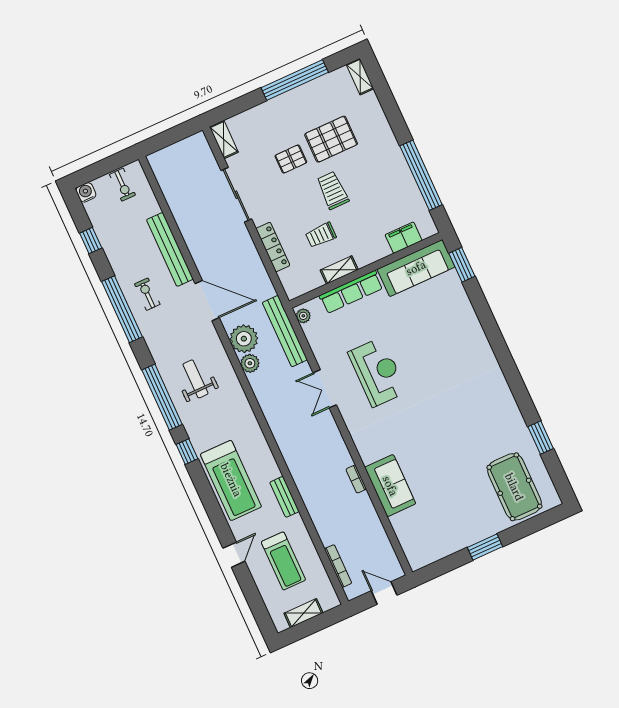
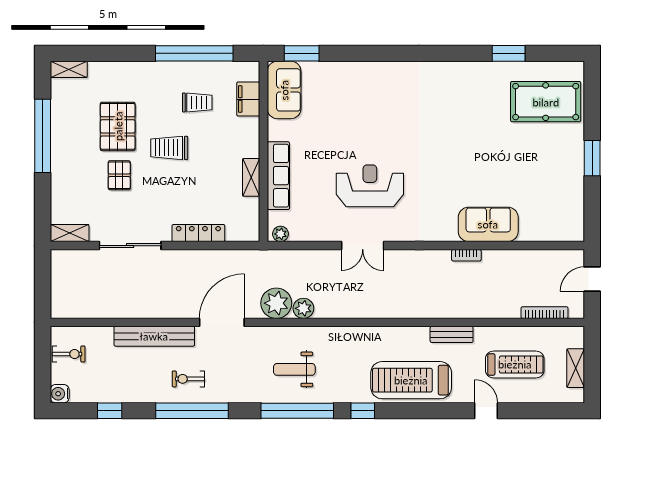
trolley: (321, 235) -> (197, 102), moved, turned -90
sofa: (416, 268) -> (284, 90), width x0.73
bench: (285, 331) -> (287, 259), removed
treadmill: (231, 480) -> (411, 380), turned 180

